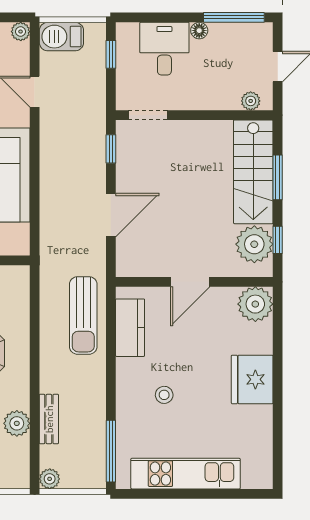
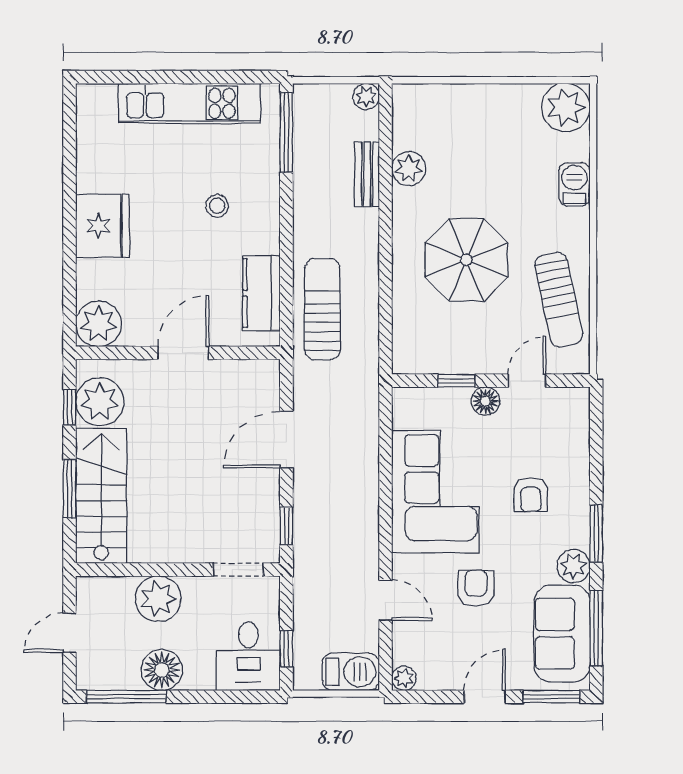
floor lamp: (199, 31) -> (162, 670), width x1.89, depth x1.89
desk: (164, 49) -> (248, 656), moved
plant: (251, 101) -> (158, 599), moved, width x1.88, depth x1.88

